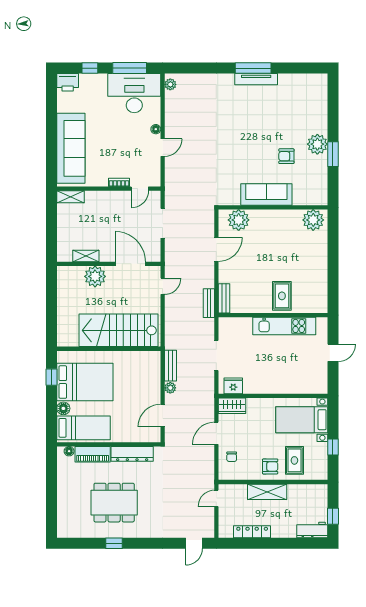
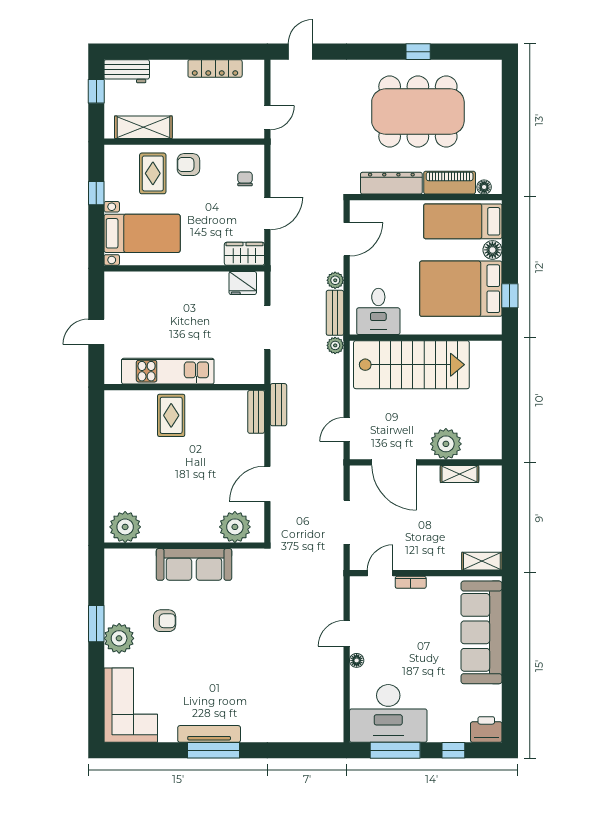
plant: (170, 84) -> (335, 345), moved
corner sofa: (309, 99) -> (131, 705), added
desk: (141, 367) -> (378, 311), added
shelving: (267, 492) -> (143, 127), moved
dining table: (114, 503) -> (418, 111), width x1.36, depth x1.24

